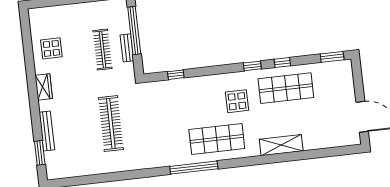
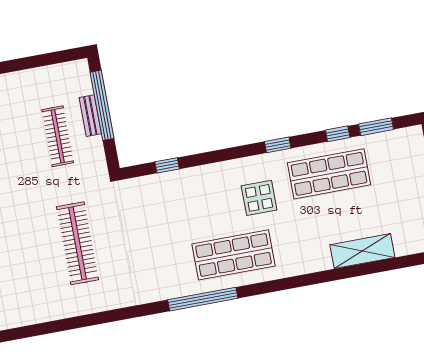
bench: (127, 48) -> (90, 116), moved
window: (332, 57) -> (376, 127), moved
window: (282, 63) -> (338, 134), moved
shelving: (281, 145) -> (362, 251), moved

